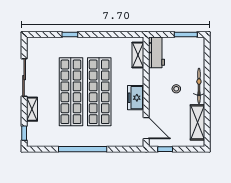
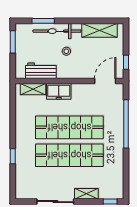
workbench: (156, 52) -> (41, 71), moved
window: (207, 65) -> (43, 21), added
bicycle: (199, 86) -> (57, 31), width x1.37, depth x1.40
freezer: (136, 98) -> (59, 91), moved
window: (83, 149) -> (126, 124), moved

